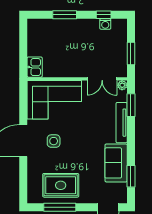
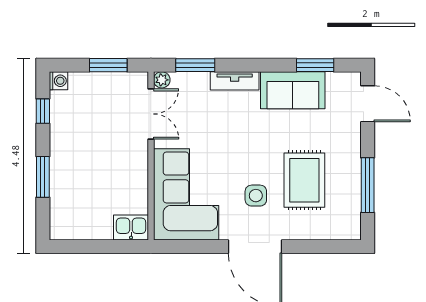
washing machine: (105, 24) -> (58, 81), moved
tv unit: (122, 123) -> (235, 81), width x0.71
rug: (61, 185) -> (304, 180), moved

